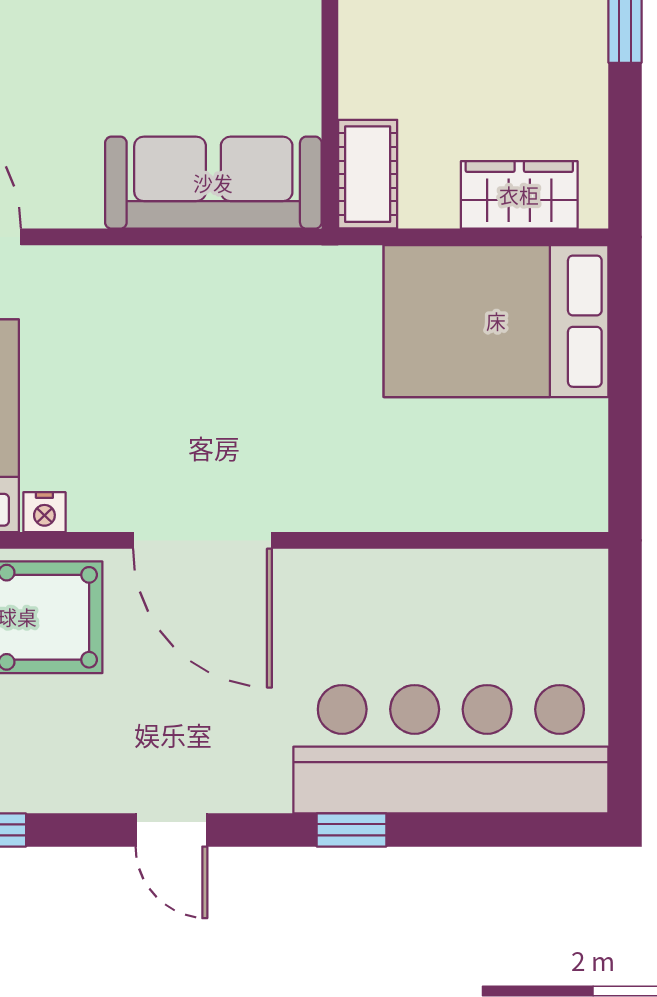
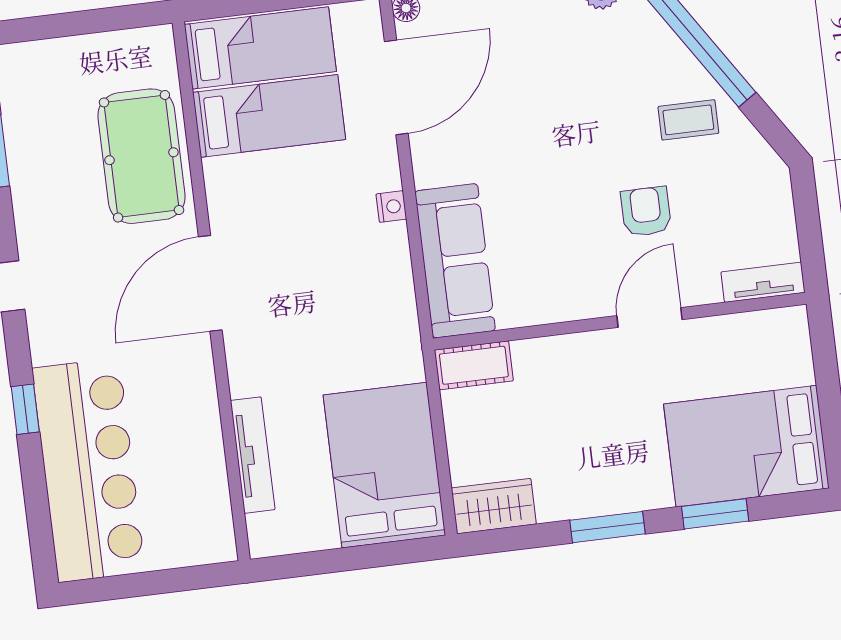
wardrobe: (519, 195) -> (494, 506), moved, turned -90
tv unit: (458, 510) -> (253, 455), added
nightstand: (44, 512) -> (391, 207), moved, turned 180

